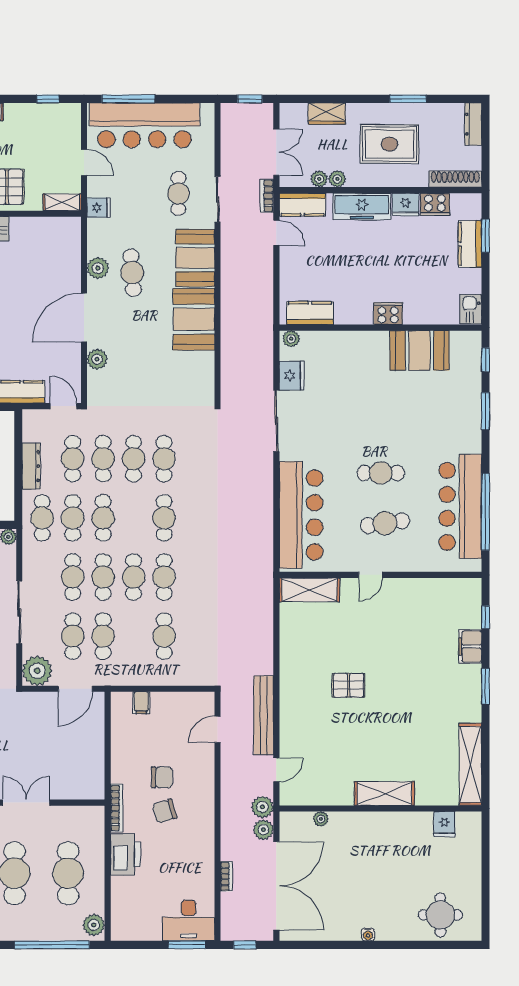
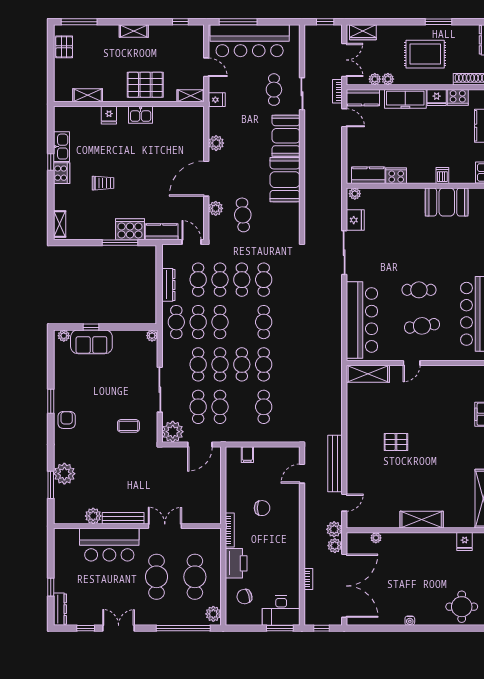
wardrobe: (327, 114) -> (363, 32), moved
cafe table: (132, 273) -> (243, 215), moved
dishwasher: (413, 313) -> (442, 175), added
cooker: (388, 314) -> (396, 176), moved
chair: (165, 811) -> (244, 597), moved

